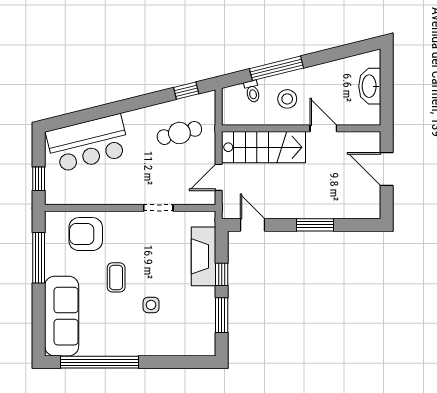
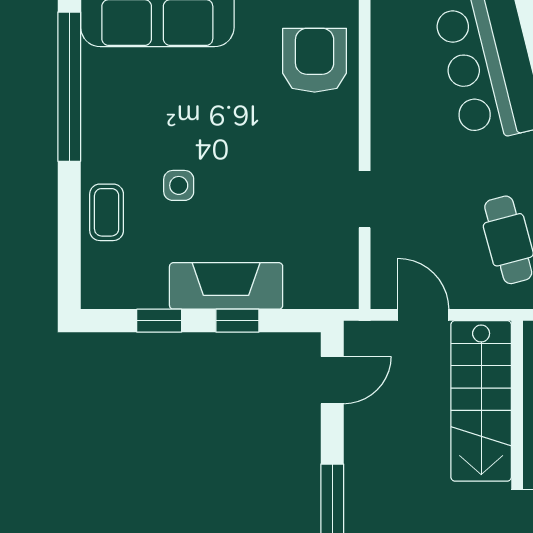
fireplace: (203, 256) -> (226, 286), moved
coffee table: (116, 277) -> (107, 212), moved, turned 90
window: (222, 315) -> (159, 321), width x0.67

